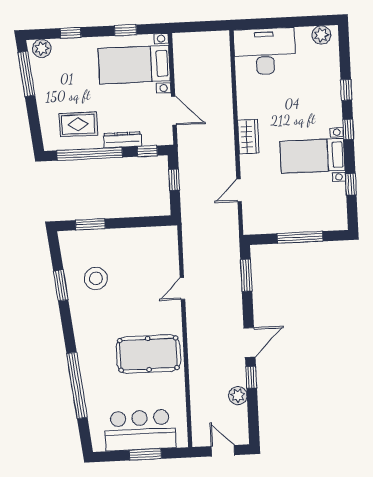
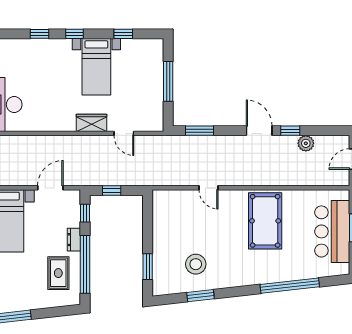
wardrobe: (248, 137) -> (92, 123), moved
dresser: (122, 140) -> (74, 240), width x0.70

